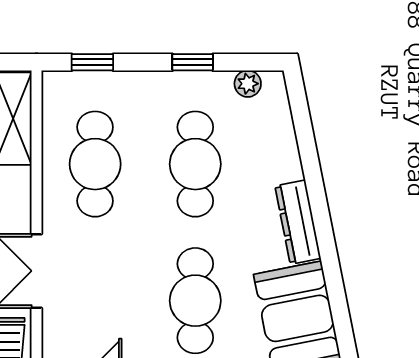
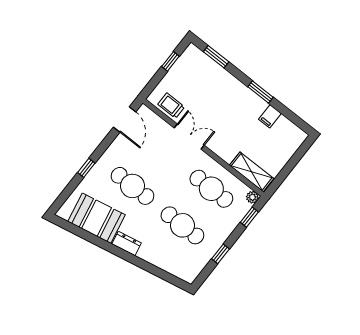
plant: (248, 84) -> (252, 197), moved
dresser: (298, 222) -> (127, 244), width x0.70

